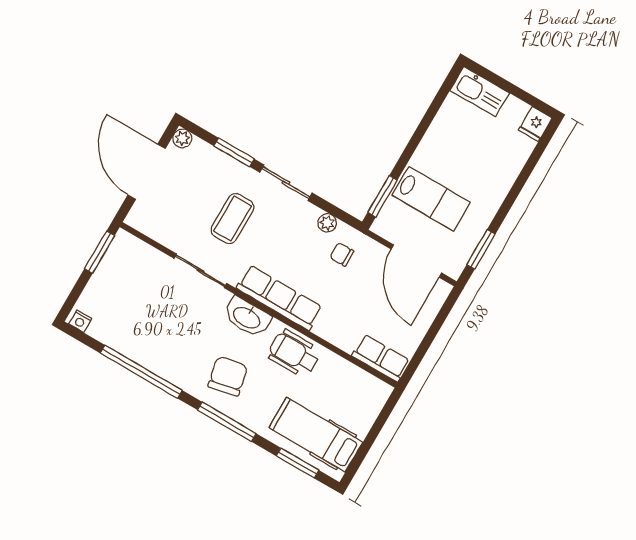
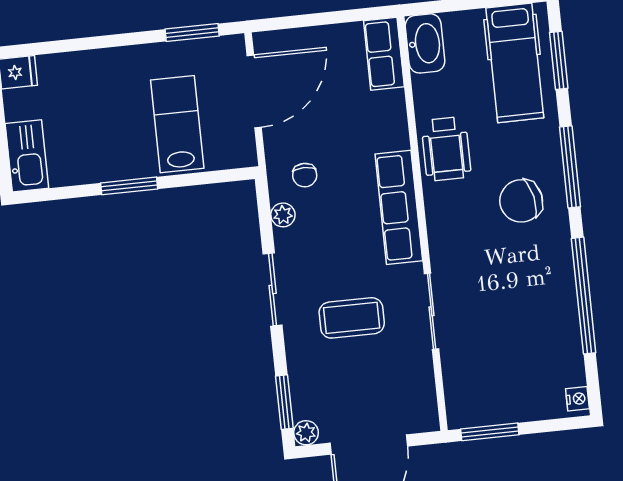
window: (234, 152) -> (284, 402), moved
window: (383, 196) -> (129, 186), moved
washbasin: (247, 317) -> (425, 43), moved

